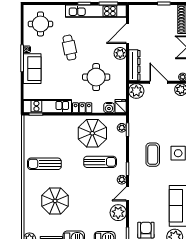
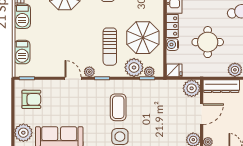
water cooler: (109, 108) -> (172, 45), moved
coffee table: (153, 155) -> (118, 107), turned 90
plant: (118, 213) -> (134, 67), moved

